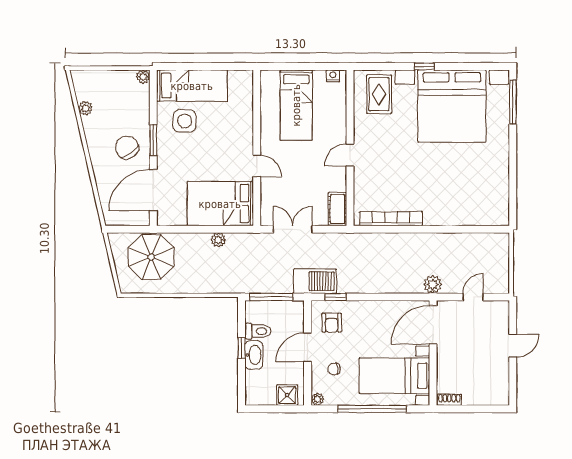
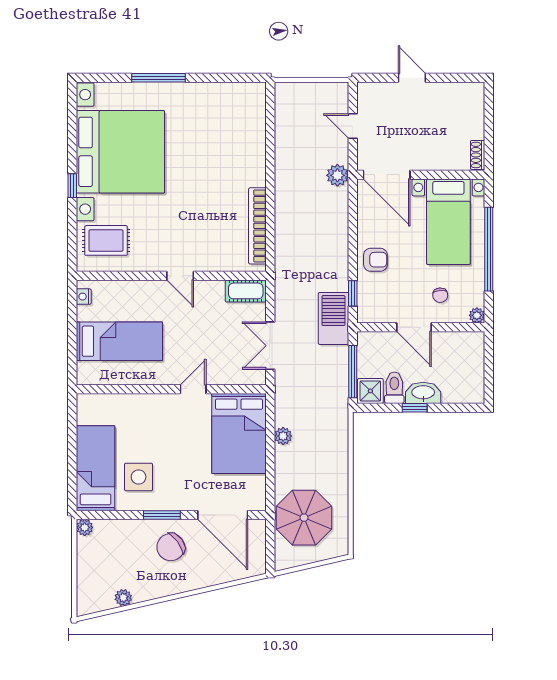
window: (513, 102) -> (158, 78), moved
armchair: (332, 323) -> (375, 260), moved
shower: (287, 395) -> (370, 391), moved

